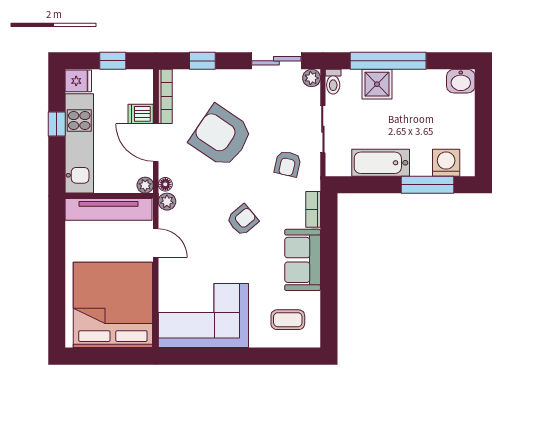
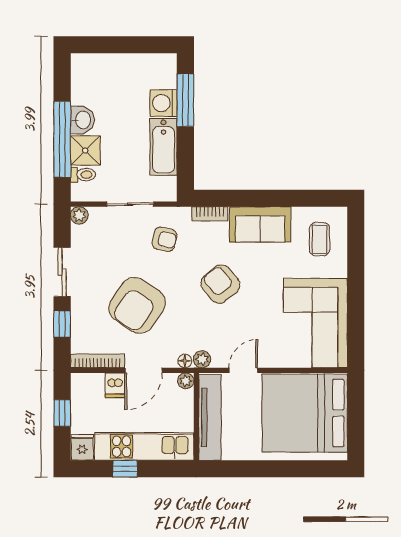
sliding door: (276, 61) -> (62, 272), moved
washbasin: (461, 81) -> (82, 120), moved
toilet: (333, 82) -> (83, 175), moved
washing machine: (446, 163) -> (163, 103), moved
armchair: (243, 220) -> (220, 284), width x1.38, depth x1.38

